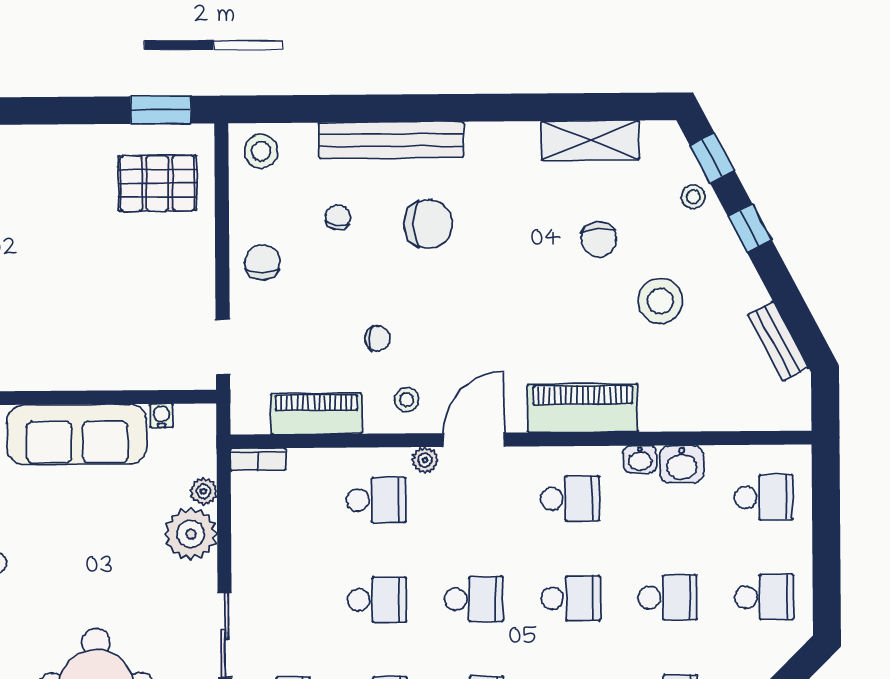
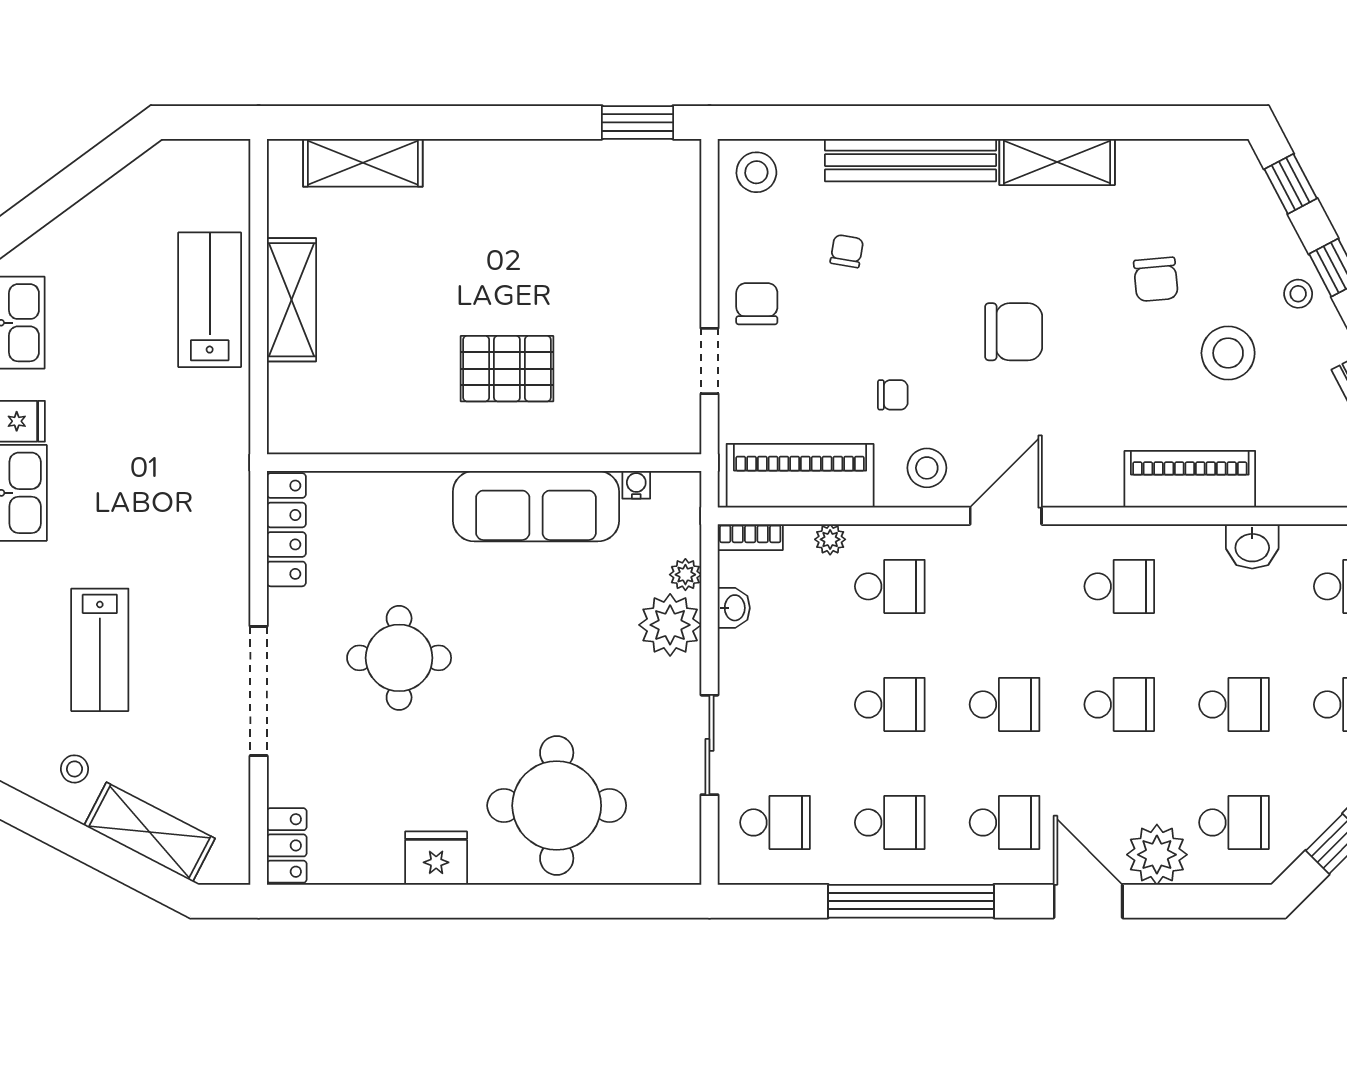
shelving: (590, 140) -> (1057, 162), moved
pallet: (157, 183) -> (507, 369), moved
stool: (693, 197) -> (1298, 294), moved
chair: (428, 224) -> (1014, 332), moved
doorway: (223, 347) -> (709, 361), moved
stool: (407, 400) -> (927, 468), width x1.37, depth x1.37
piano: (583, 408) -> (1190, 479), moved
piano: (316, 414) -> (800, 476), width x1.37, depth x1.33
washbasin: (640, 459) -> (734, 608), moved, turned -90
plant: (425, 460) -> (830, 539), moved

